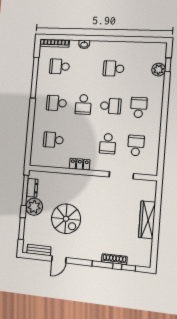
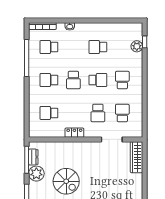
wardrobe: (147, 220) -> (136, 157), moved

